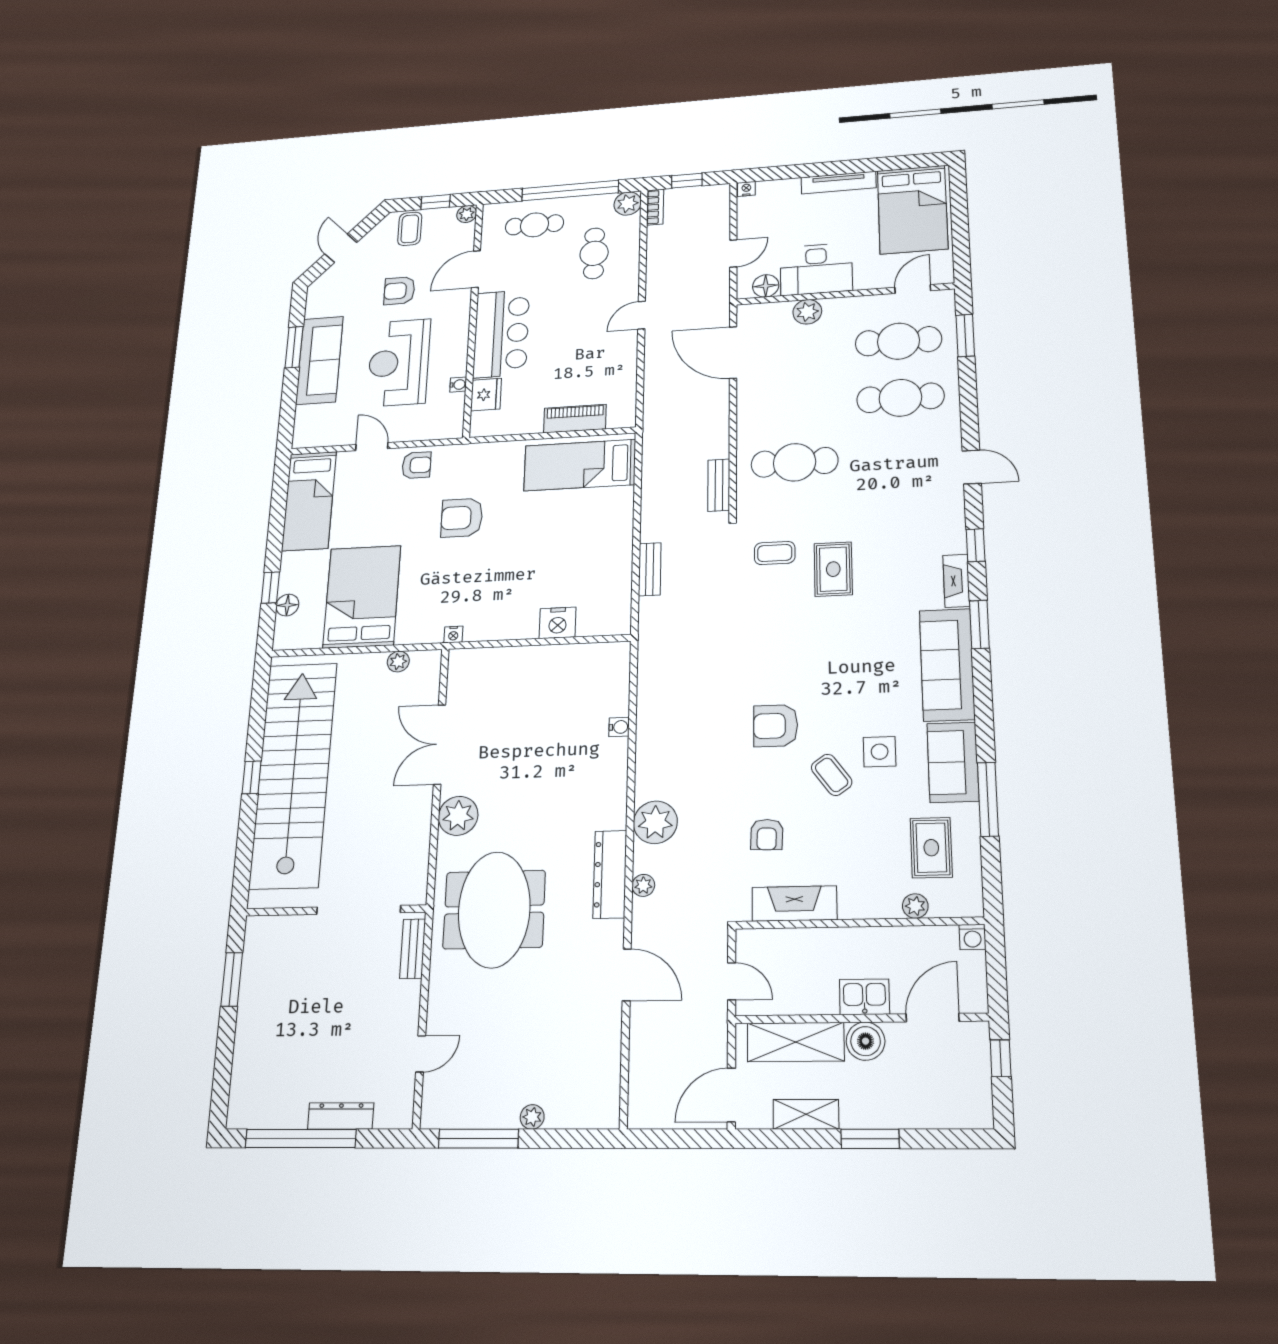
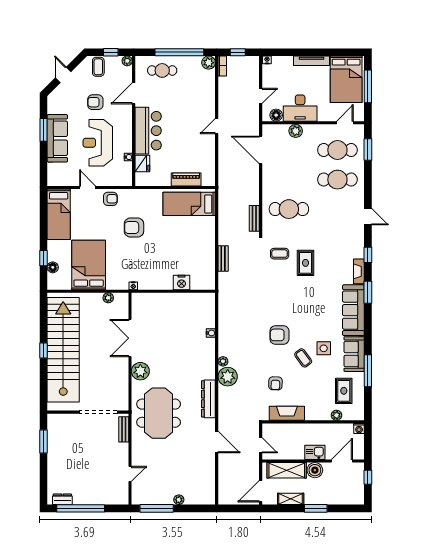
window: (960, 219) -> (368, 86), added
cafe table: (594, 253) -> (193, 90), removed
plant: (643, 885) -> (223, 361), moved
dresser: (341, 1116) -> (62, 499), moved, width x0.70

